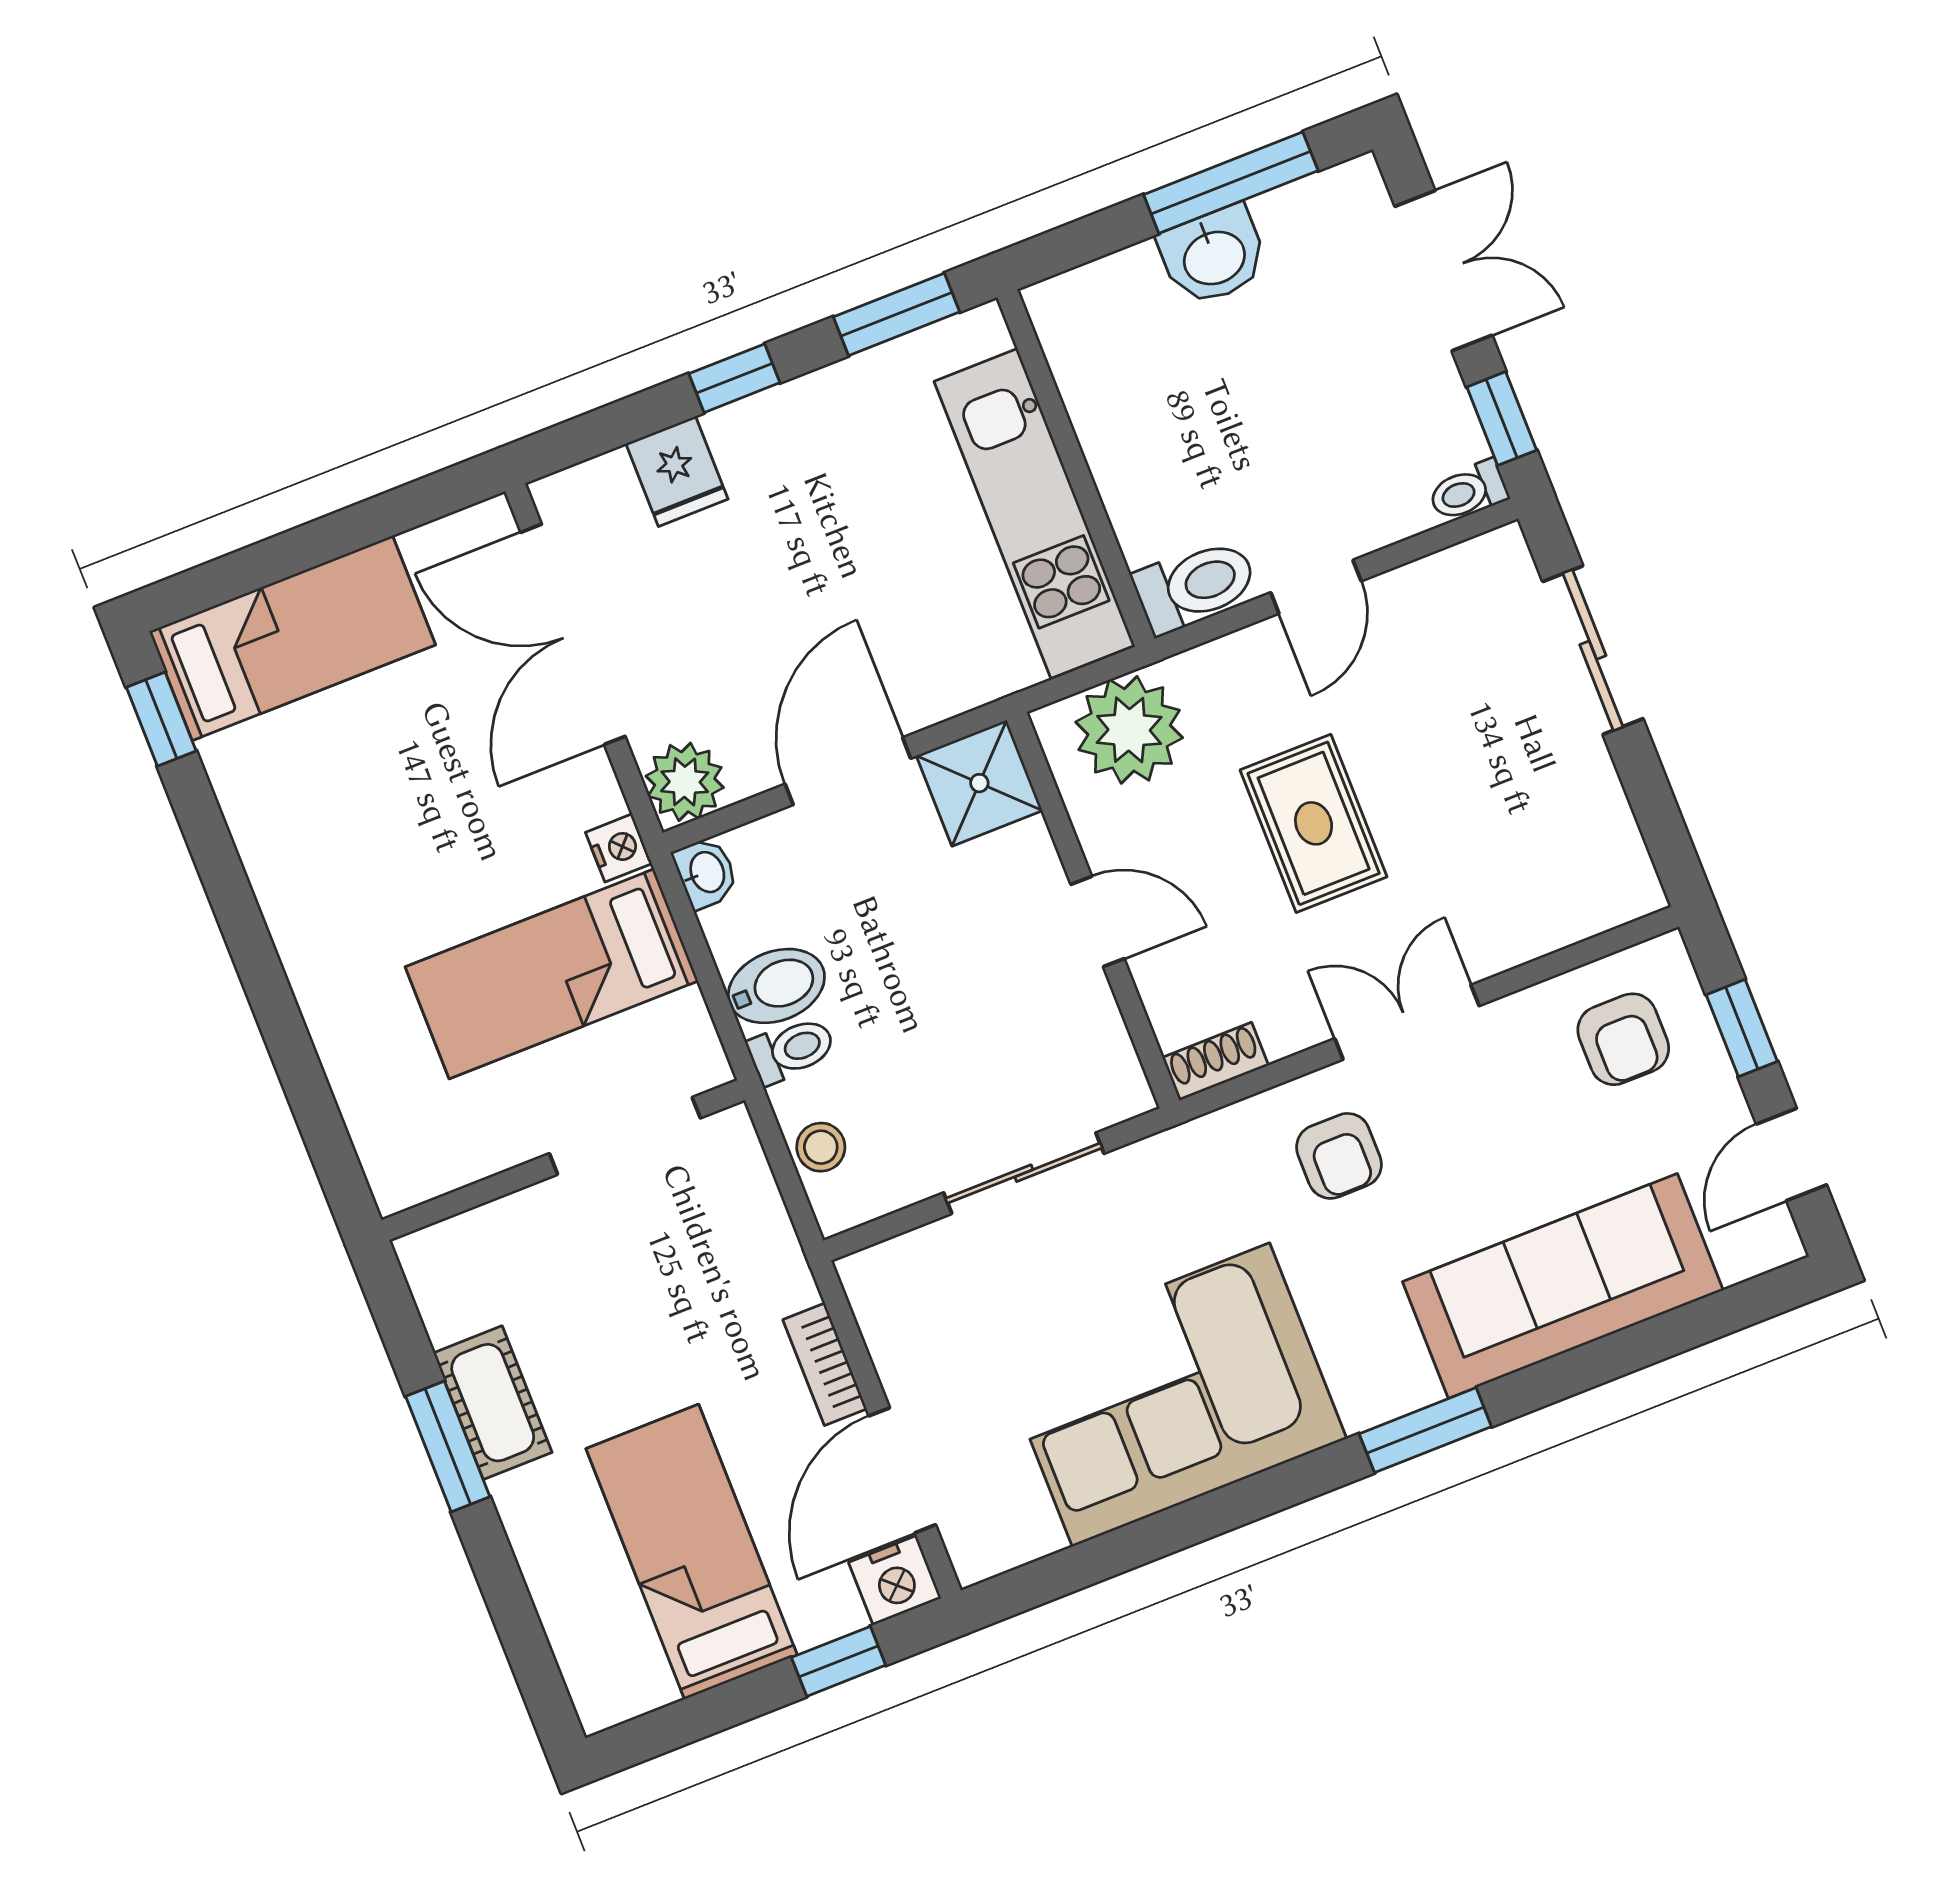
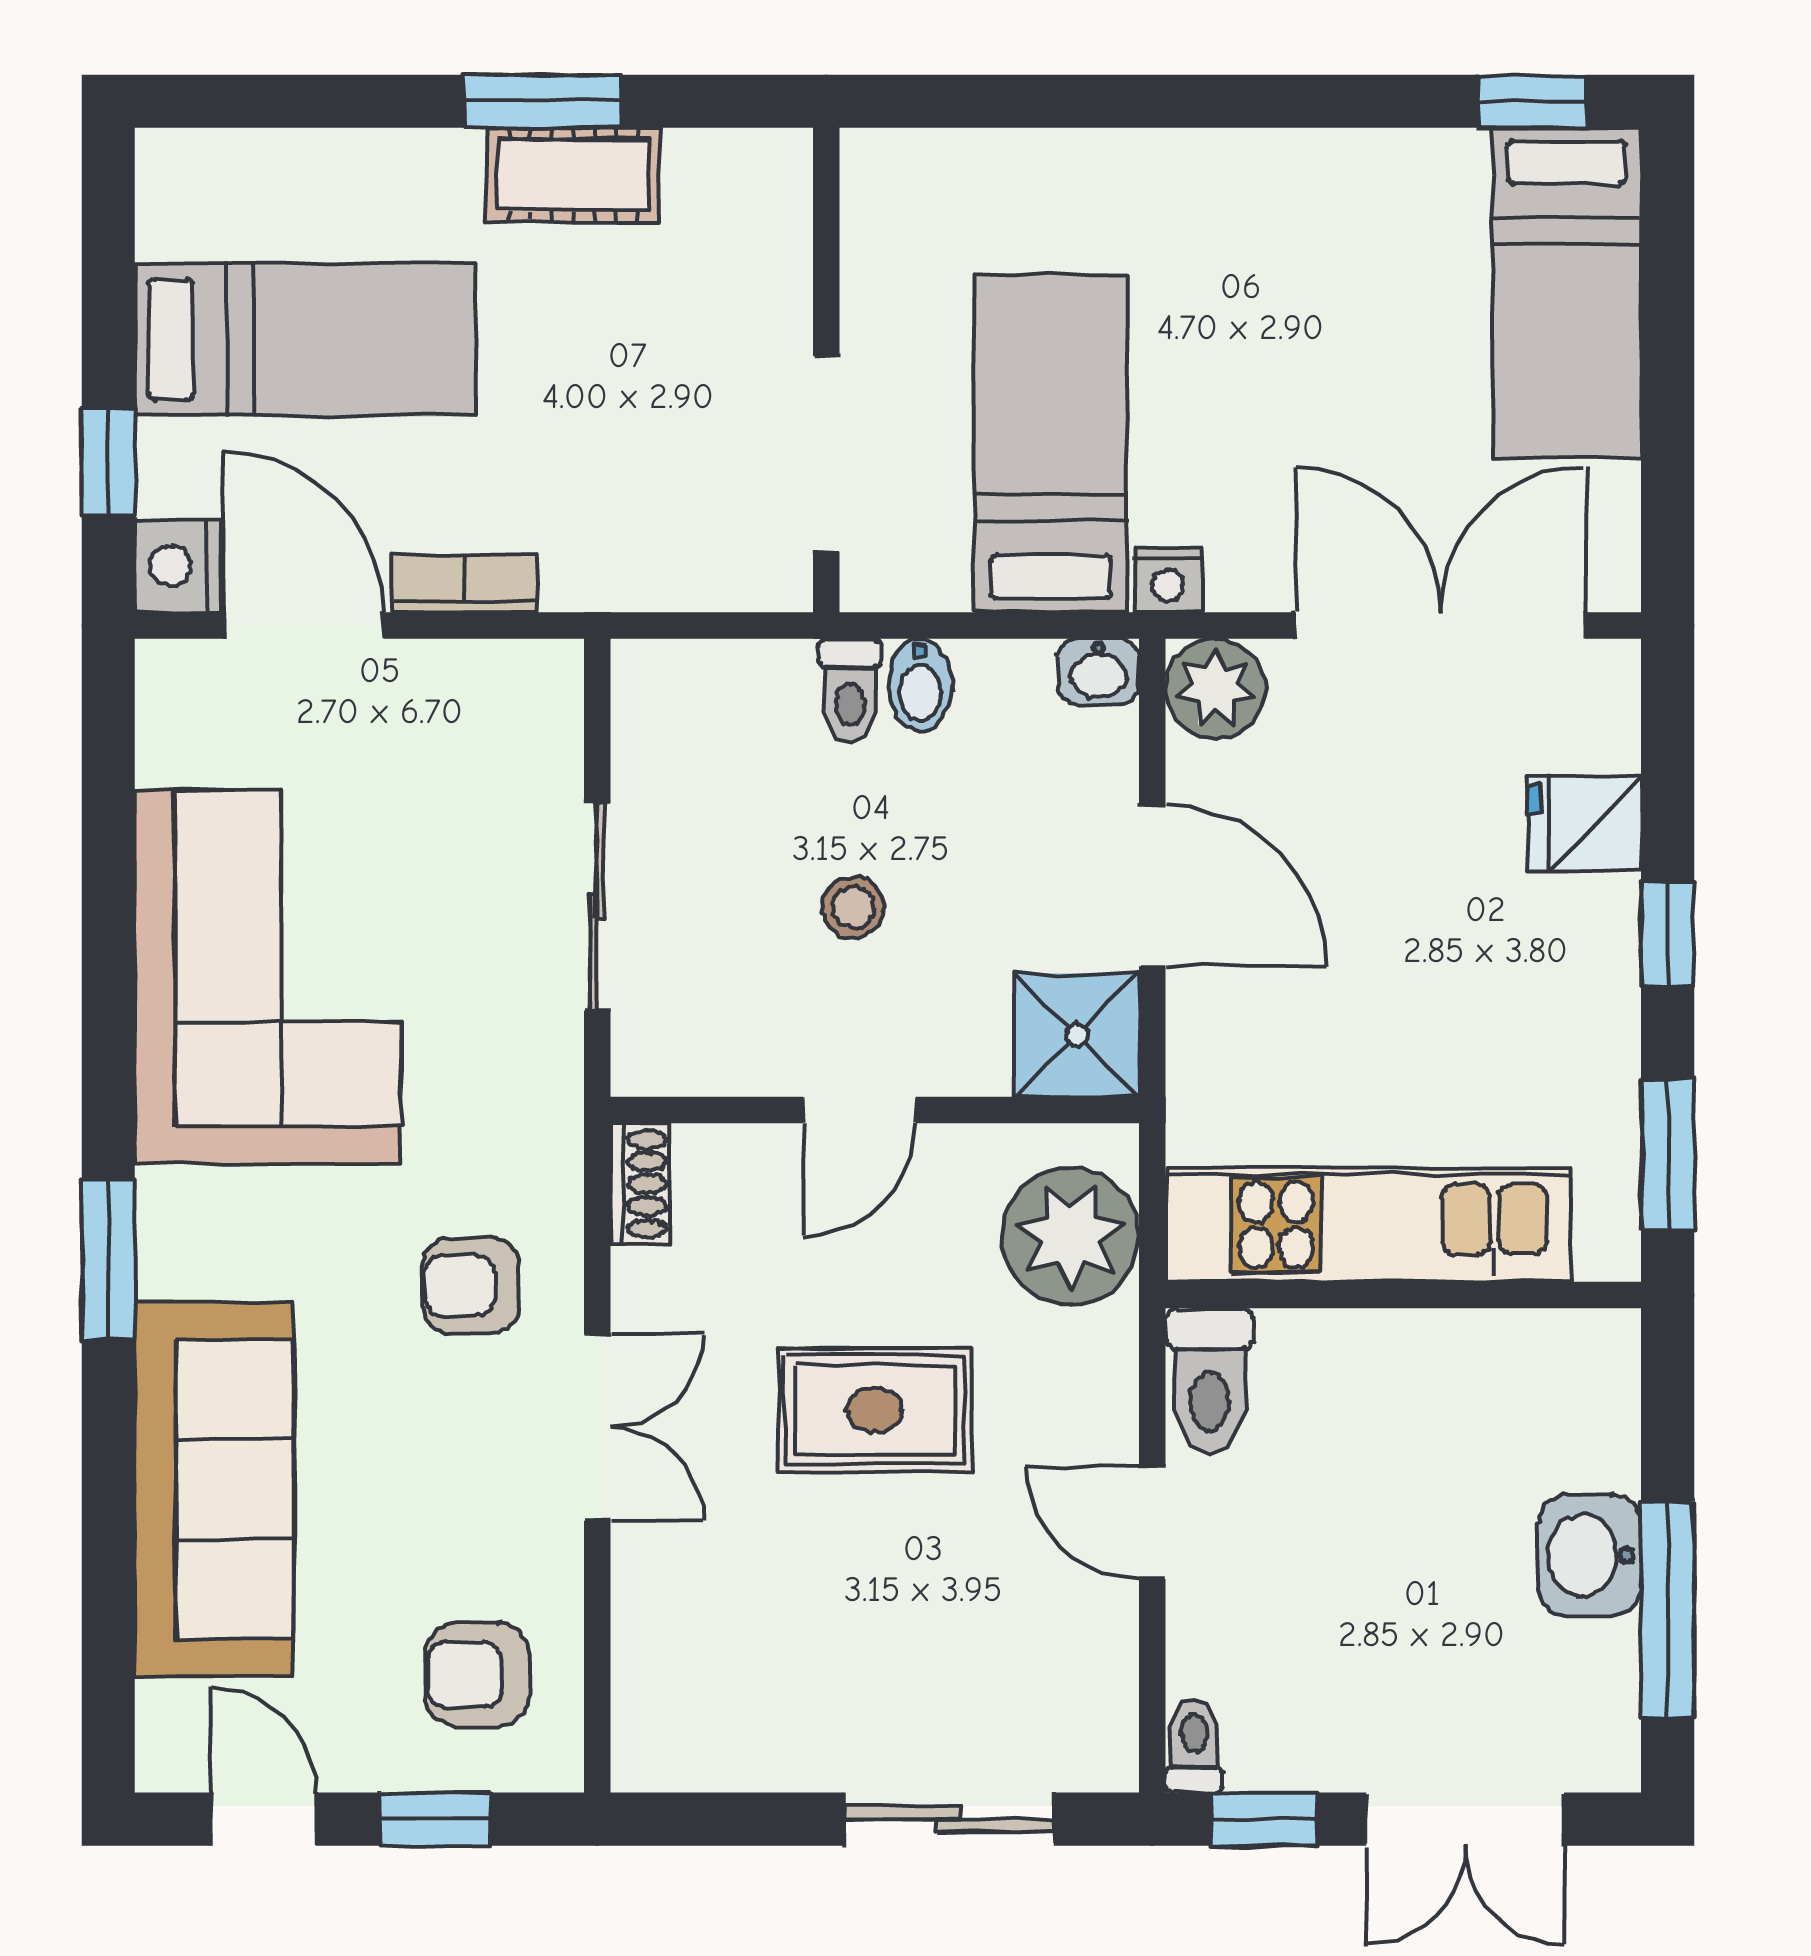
bidet: (776, 986) -> (920, 685), width x0.72, depth x0.74
stool: (821, 1147) -> (853, 907), moved

